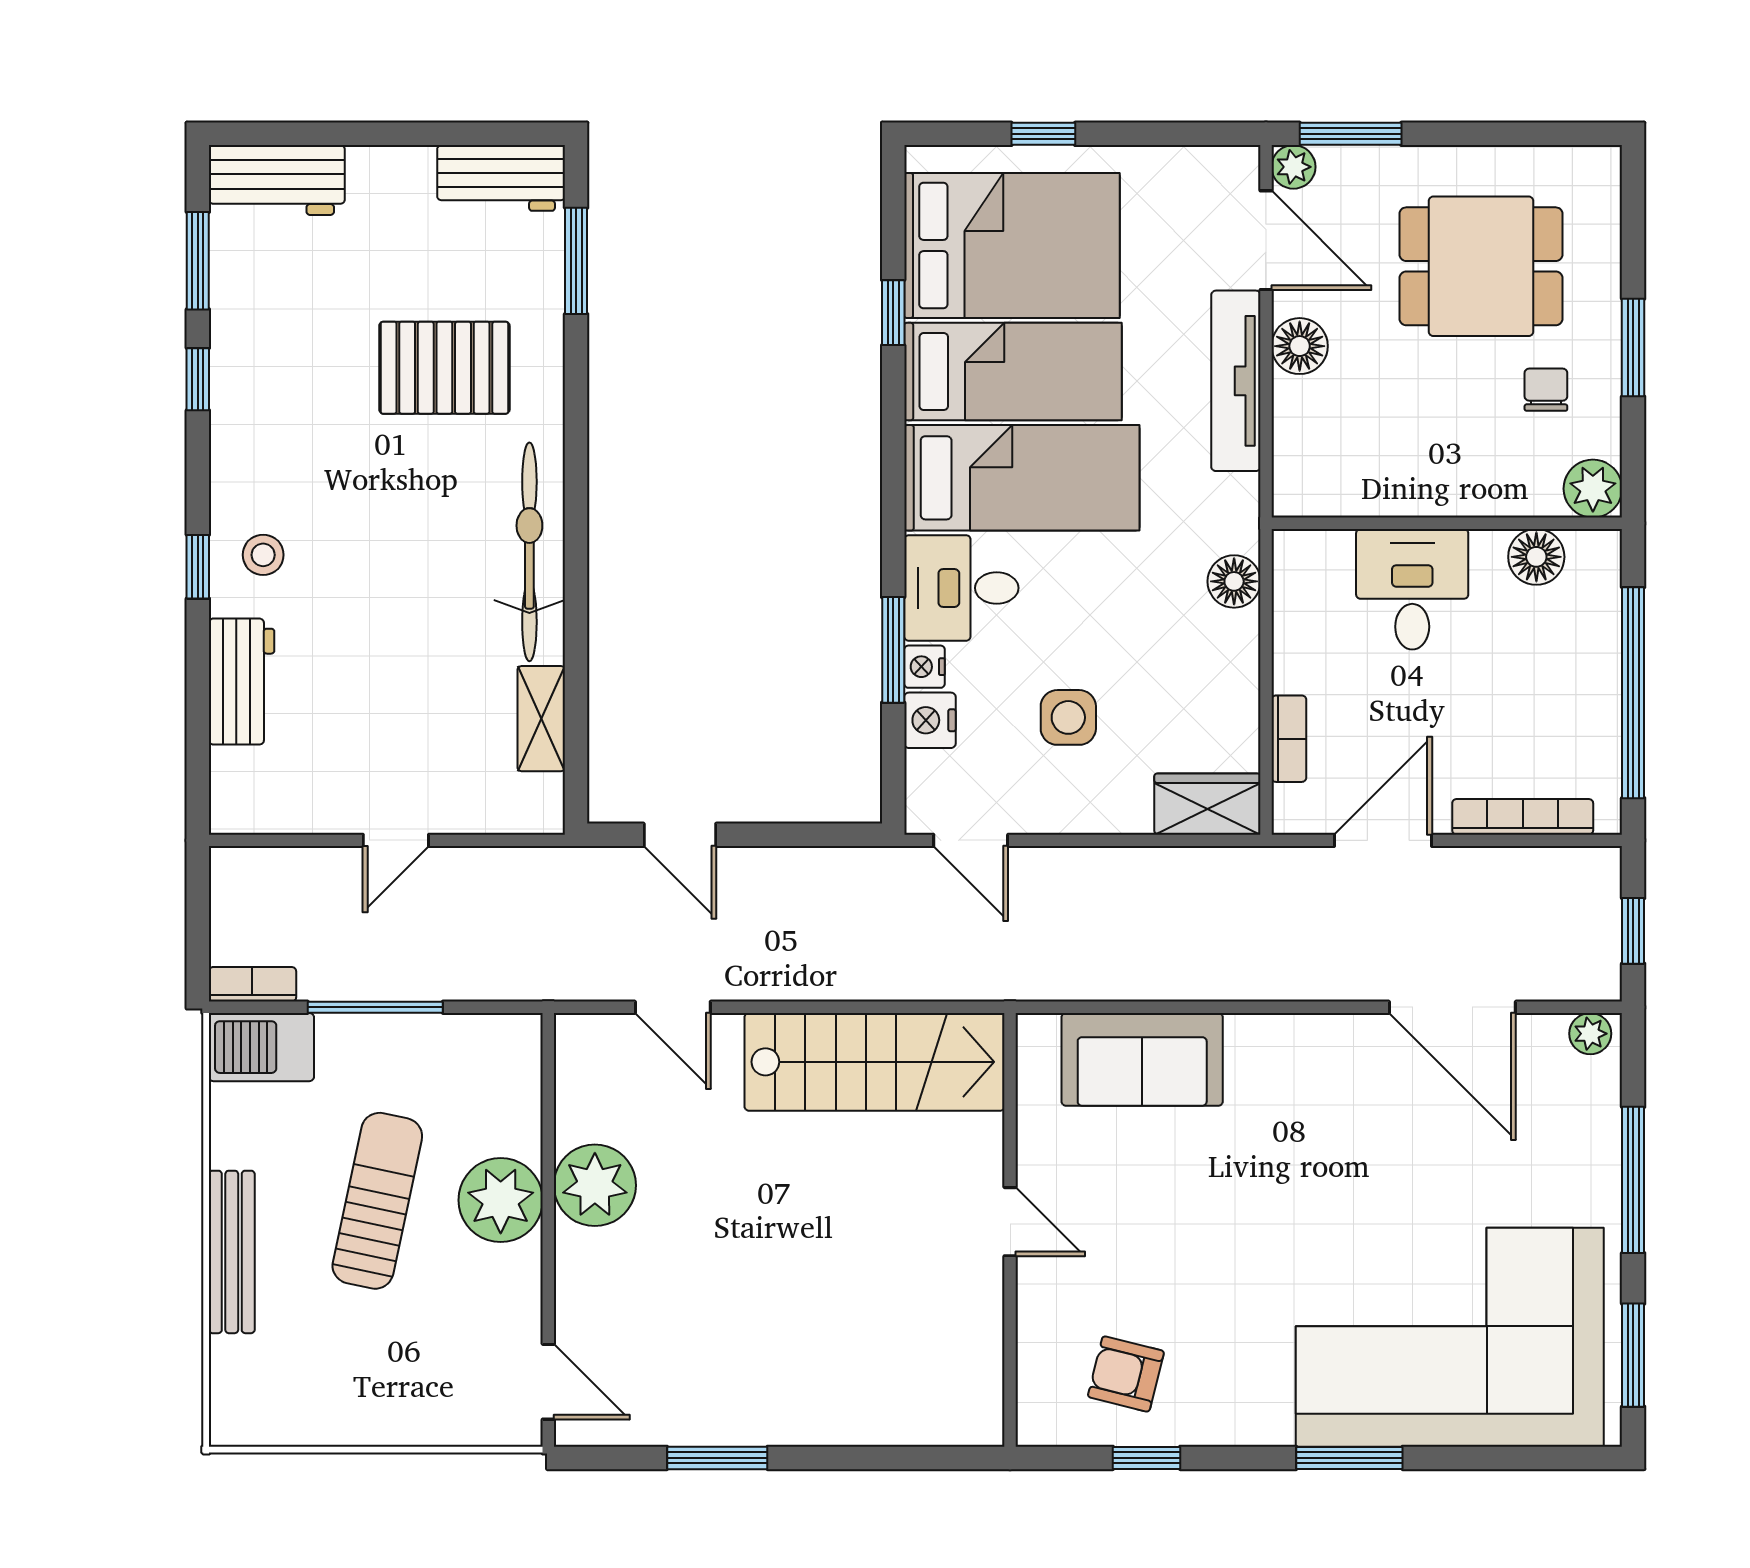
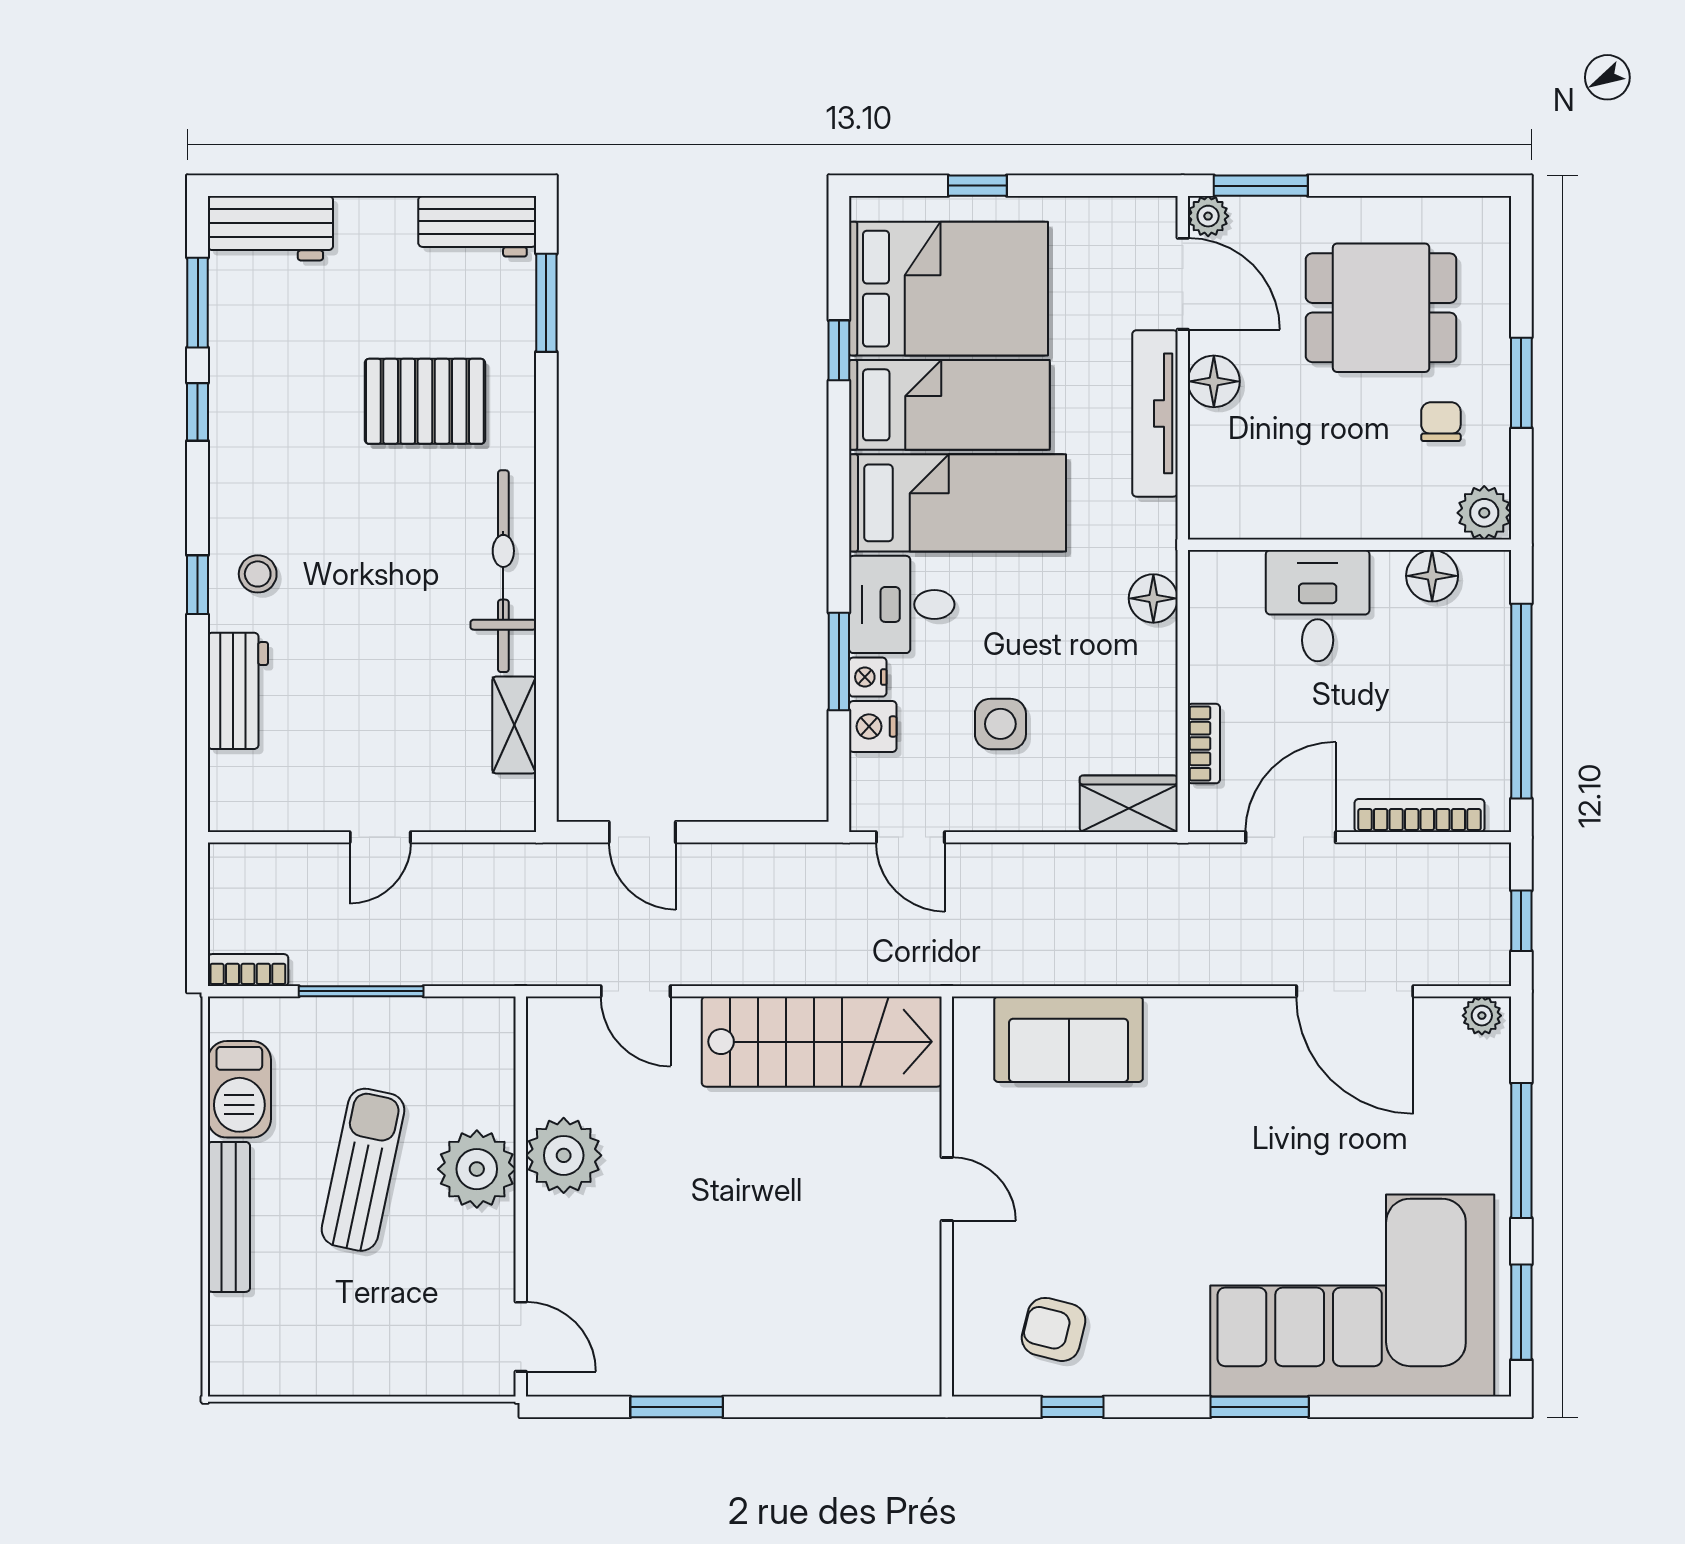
barbecue: (261, 1047) -> (239, 1089), moved, turned -90

